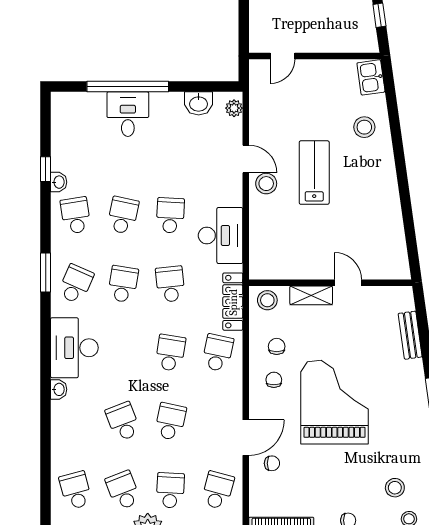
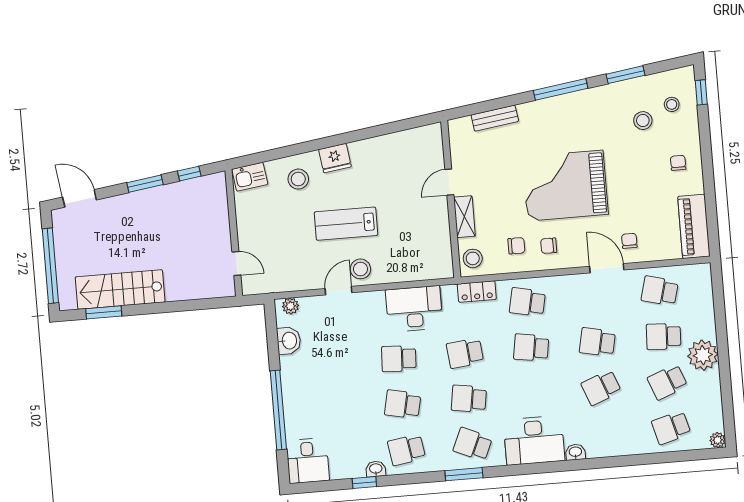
desk: (128, 114) -> (308, 461), moved, turned -90
fridge: (383, 167) -> (335, 158), added
locker: (233, 302) -> (477, 292), width x0.66
chair: (277, 346) -> (516, 246), turned 180

